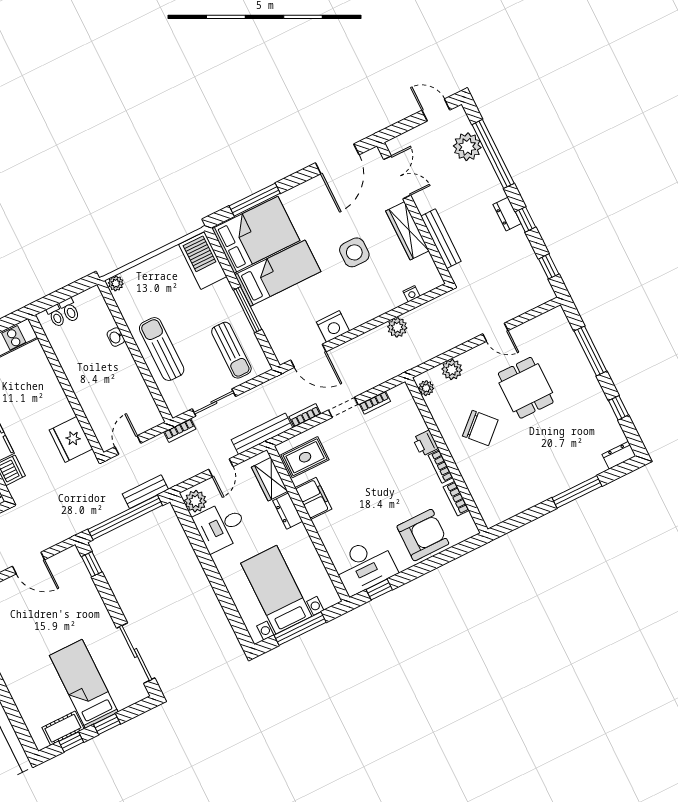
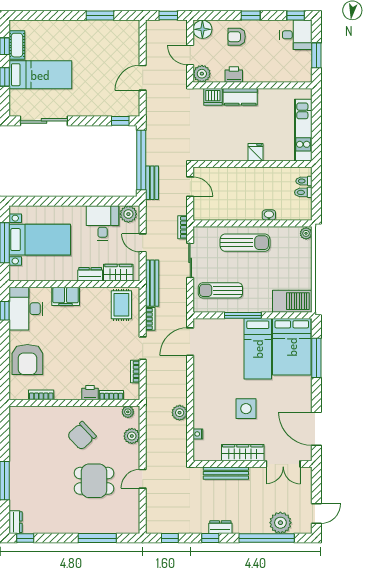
nightstand: (333, 326) -> (202, 369), removed
window: (619, 408) -> (25, 538), moved
fridge: (71, 439) -> (255, 152), moved, width x0.53, depth x0.75
bookcase: (441, 466) -> (111, 395), moved
filing cabinet: (313, 498) -> (66, 296), moved

